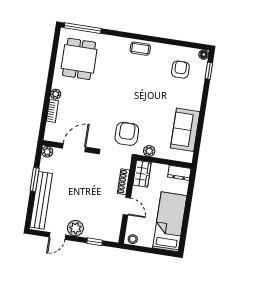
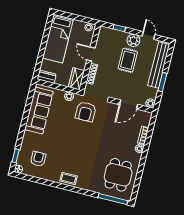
armchair: (180, 70) -> (38, 159), turned 180
sofa: (185, 130) -> (39, 111), width x1.36
rug: (80, 203) -> (128, 60), added
door: (57, 236) -> (148, 35), hinge flipped

